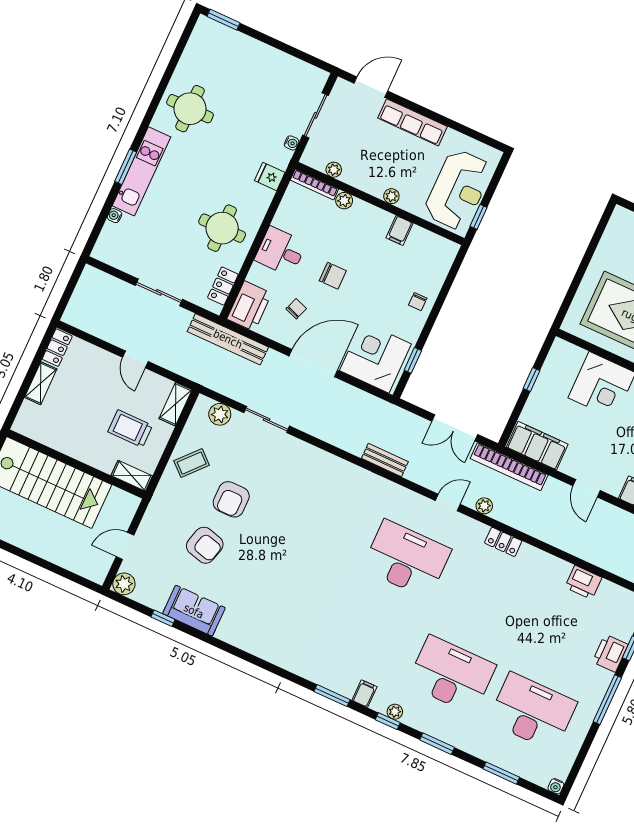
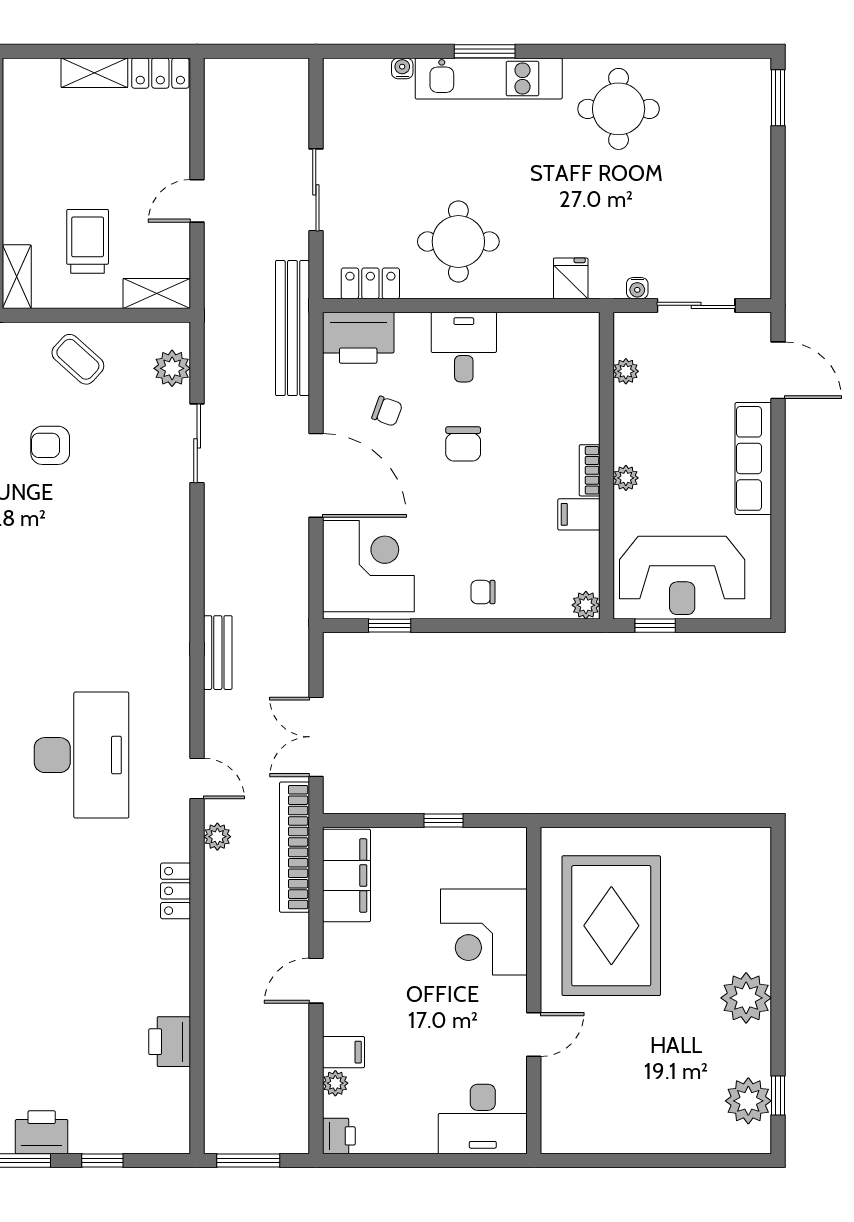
bookcase: (314, 185) -> (590, 470), moved, width x0.64
plant: (344, 201) -> (586, 605), moved
armchair: (231, 499) -> (50, 445), width x0.72, depth x0.72
printer: (610, 653) -> (42, 1132), moved

